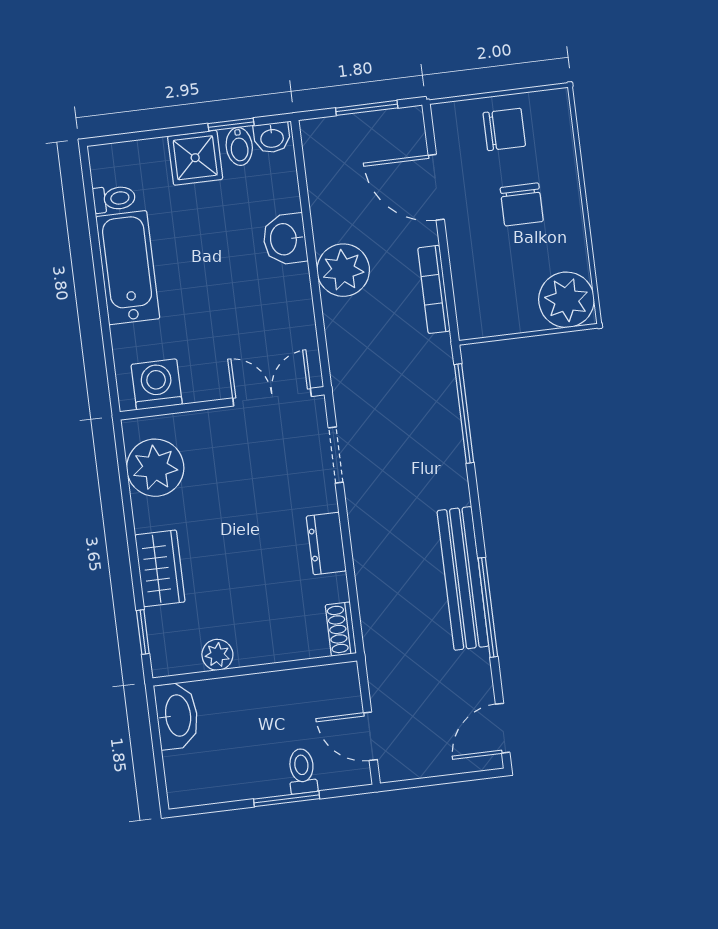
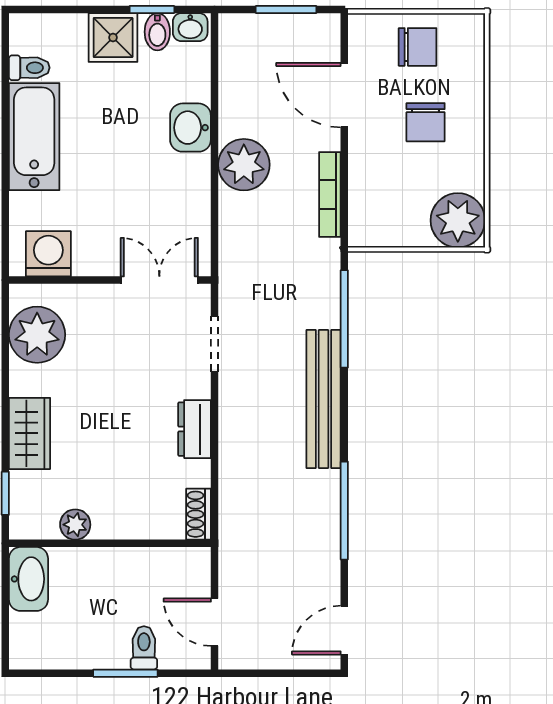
bench: (463, 578) -> (324, 399), moved

